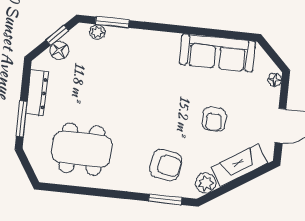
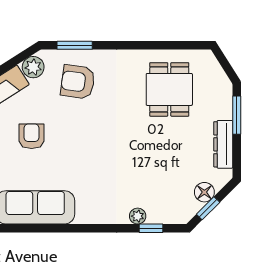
window: (112, 22) -> (151, 228), width x0.67
plant: (97, 32) -> (138, 216), moved
dining table: (82, 149) -> (169, 89), width x0.73

